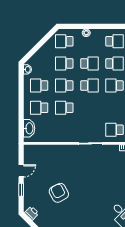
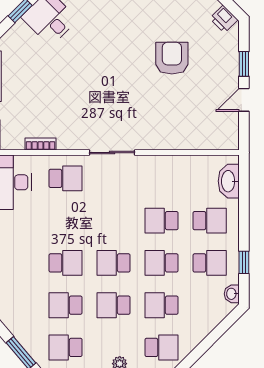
school desk: (64, 63) -> (162, 305), turned 180
window: (21, 86) -> (244, 262), added
school desk: (64, 86) -> (162, 263), turned 180
school desk: (64, 108) -> (162, 221), turned 180
armchair: (59, 193) -> (172, 58), turned -152

